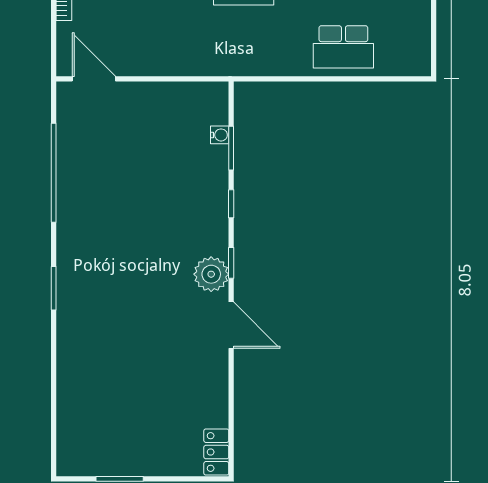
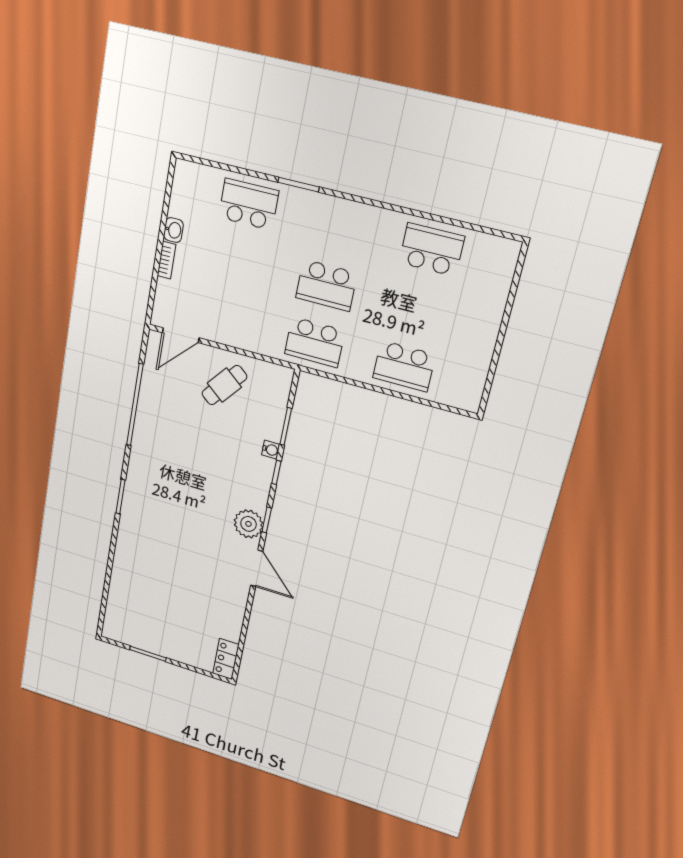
school desk: (244, 47) -> (315, 342), added
door: (94, 79) -> (181, 335), swing flipped
cafe table: (153, 121) -> (224, 385), added
water cooler: (220, 135) -> (271, 450), moved

